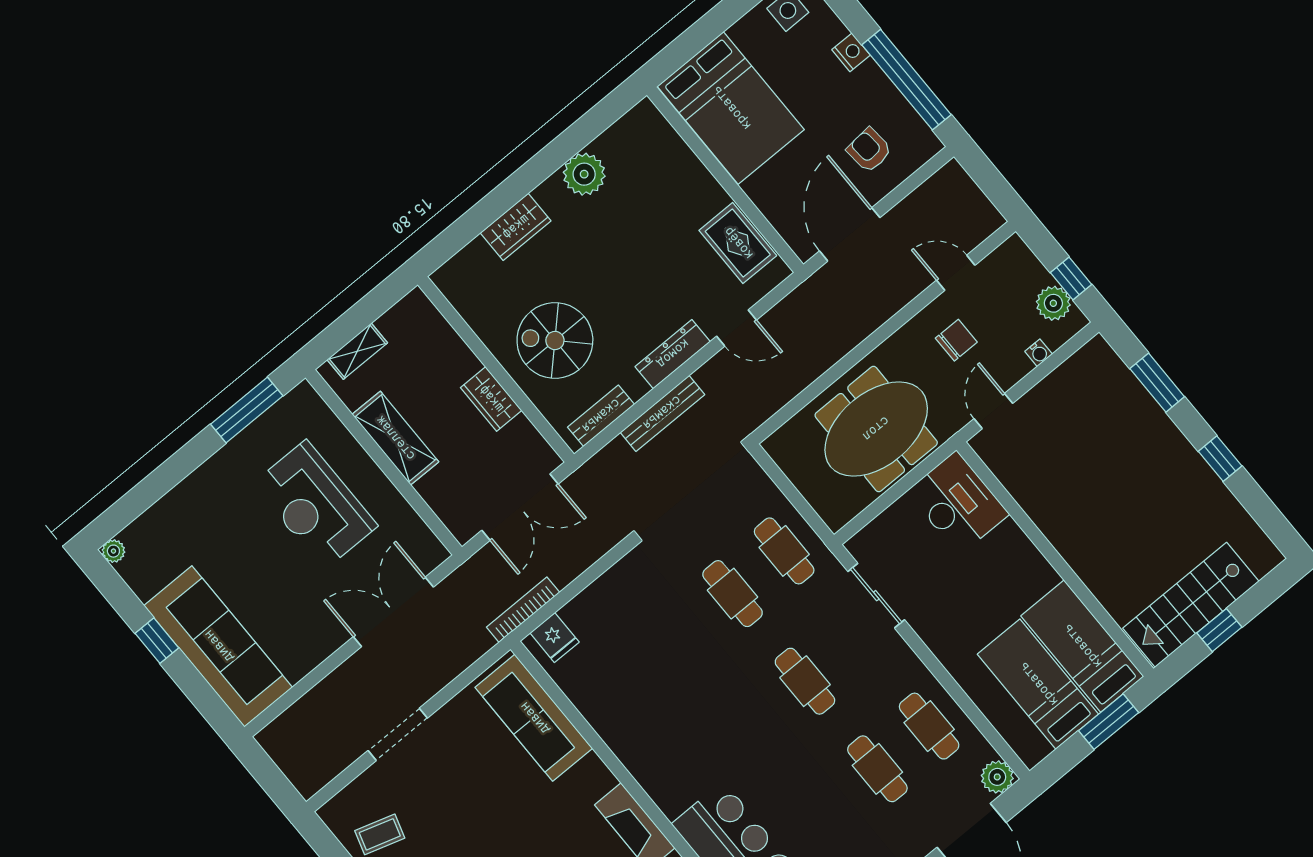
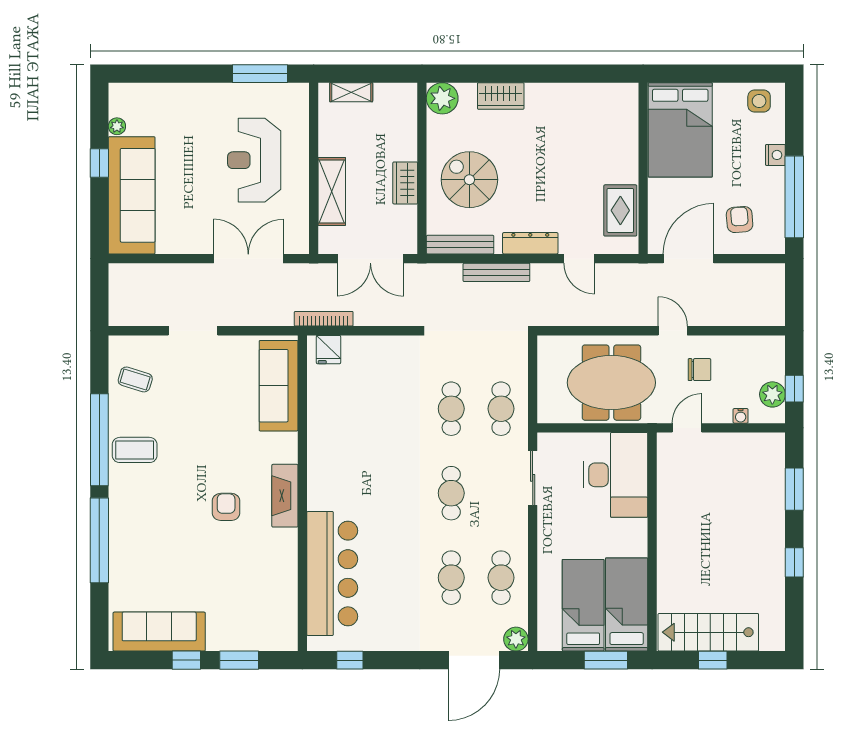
plant: (584, 174) -> (442, 98), moved
door: (956, 273) -> (673, 331), moved
bench: (601, 416) -> (460, 245), width x1.36
shelving: (395, 438) -> (332, 191), moved
desk: (958, 503) -> (616, 475), width x1.36, depth x1.30
plant: (113, 551) -> (117, 126), moved

